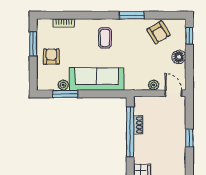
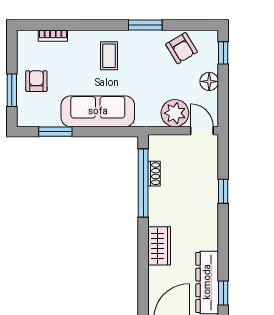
window: (33, 44) -> (12, 90), moved
plant: (63, 85) -> (52, 119), removed
plant: (154, 85) -> (175, 113), width x1.88, depth x1.88

